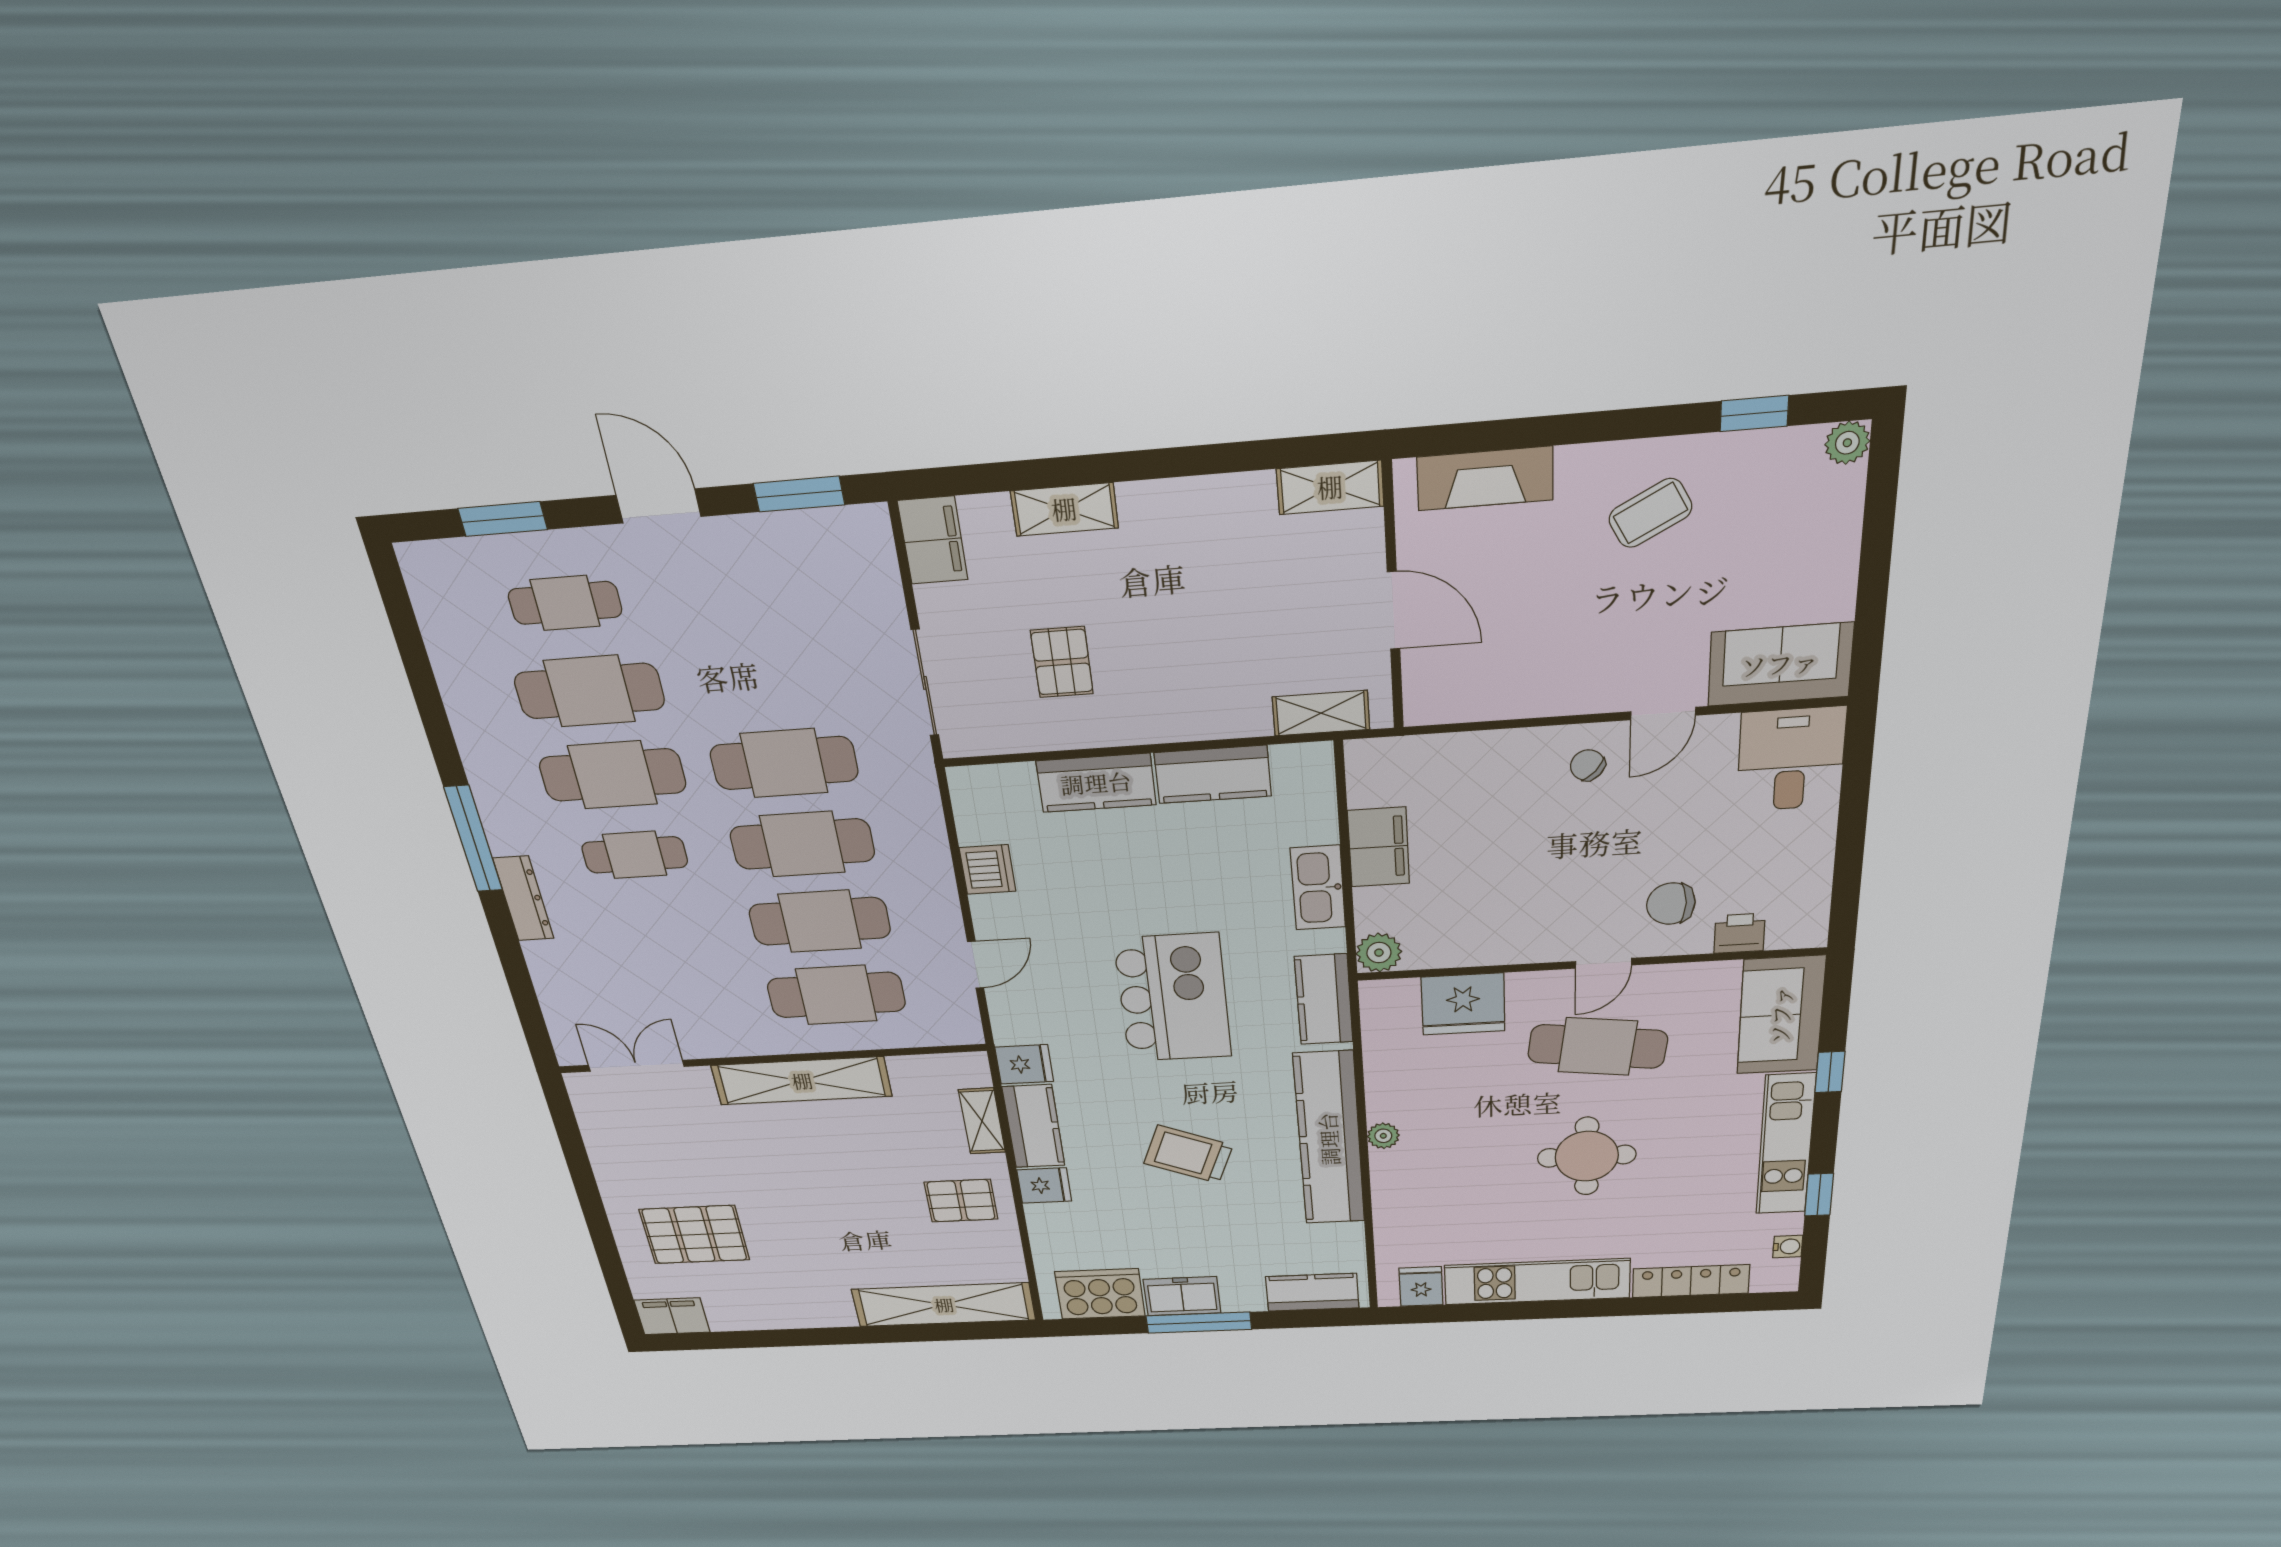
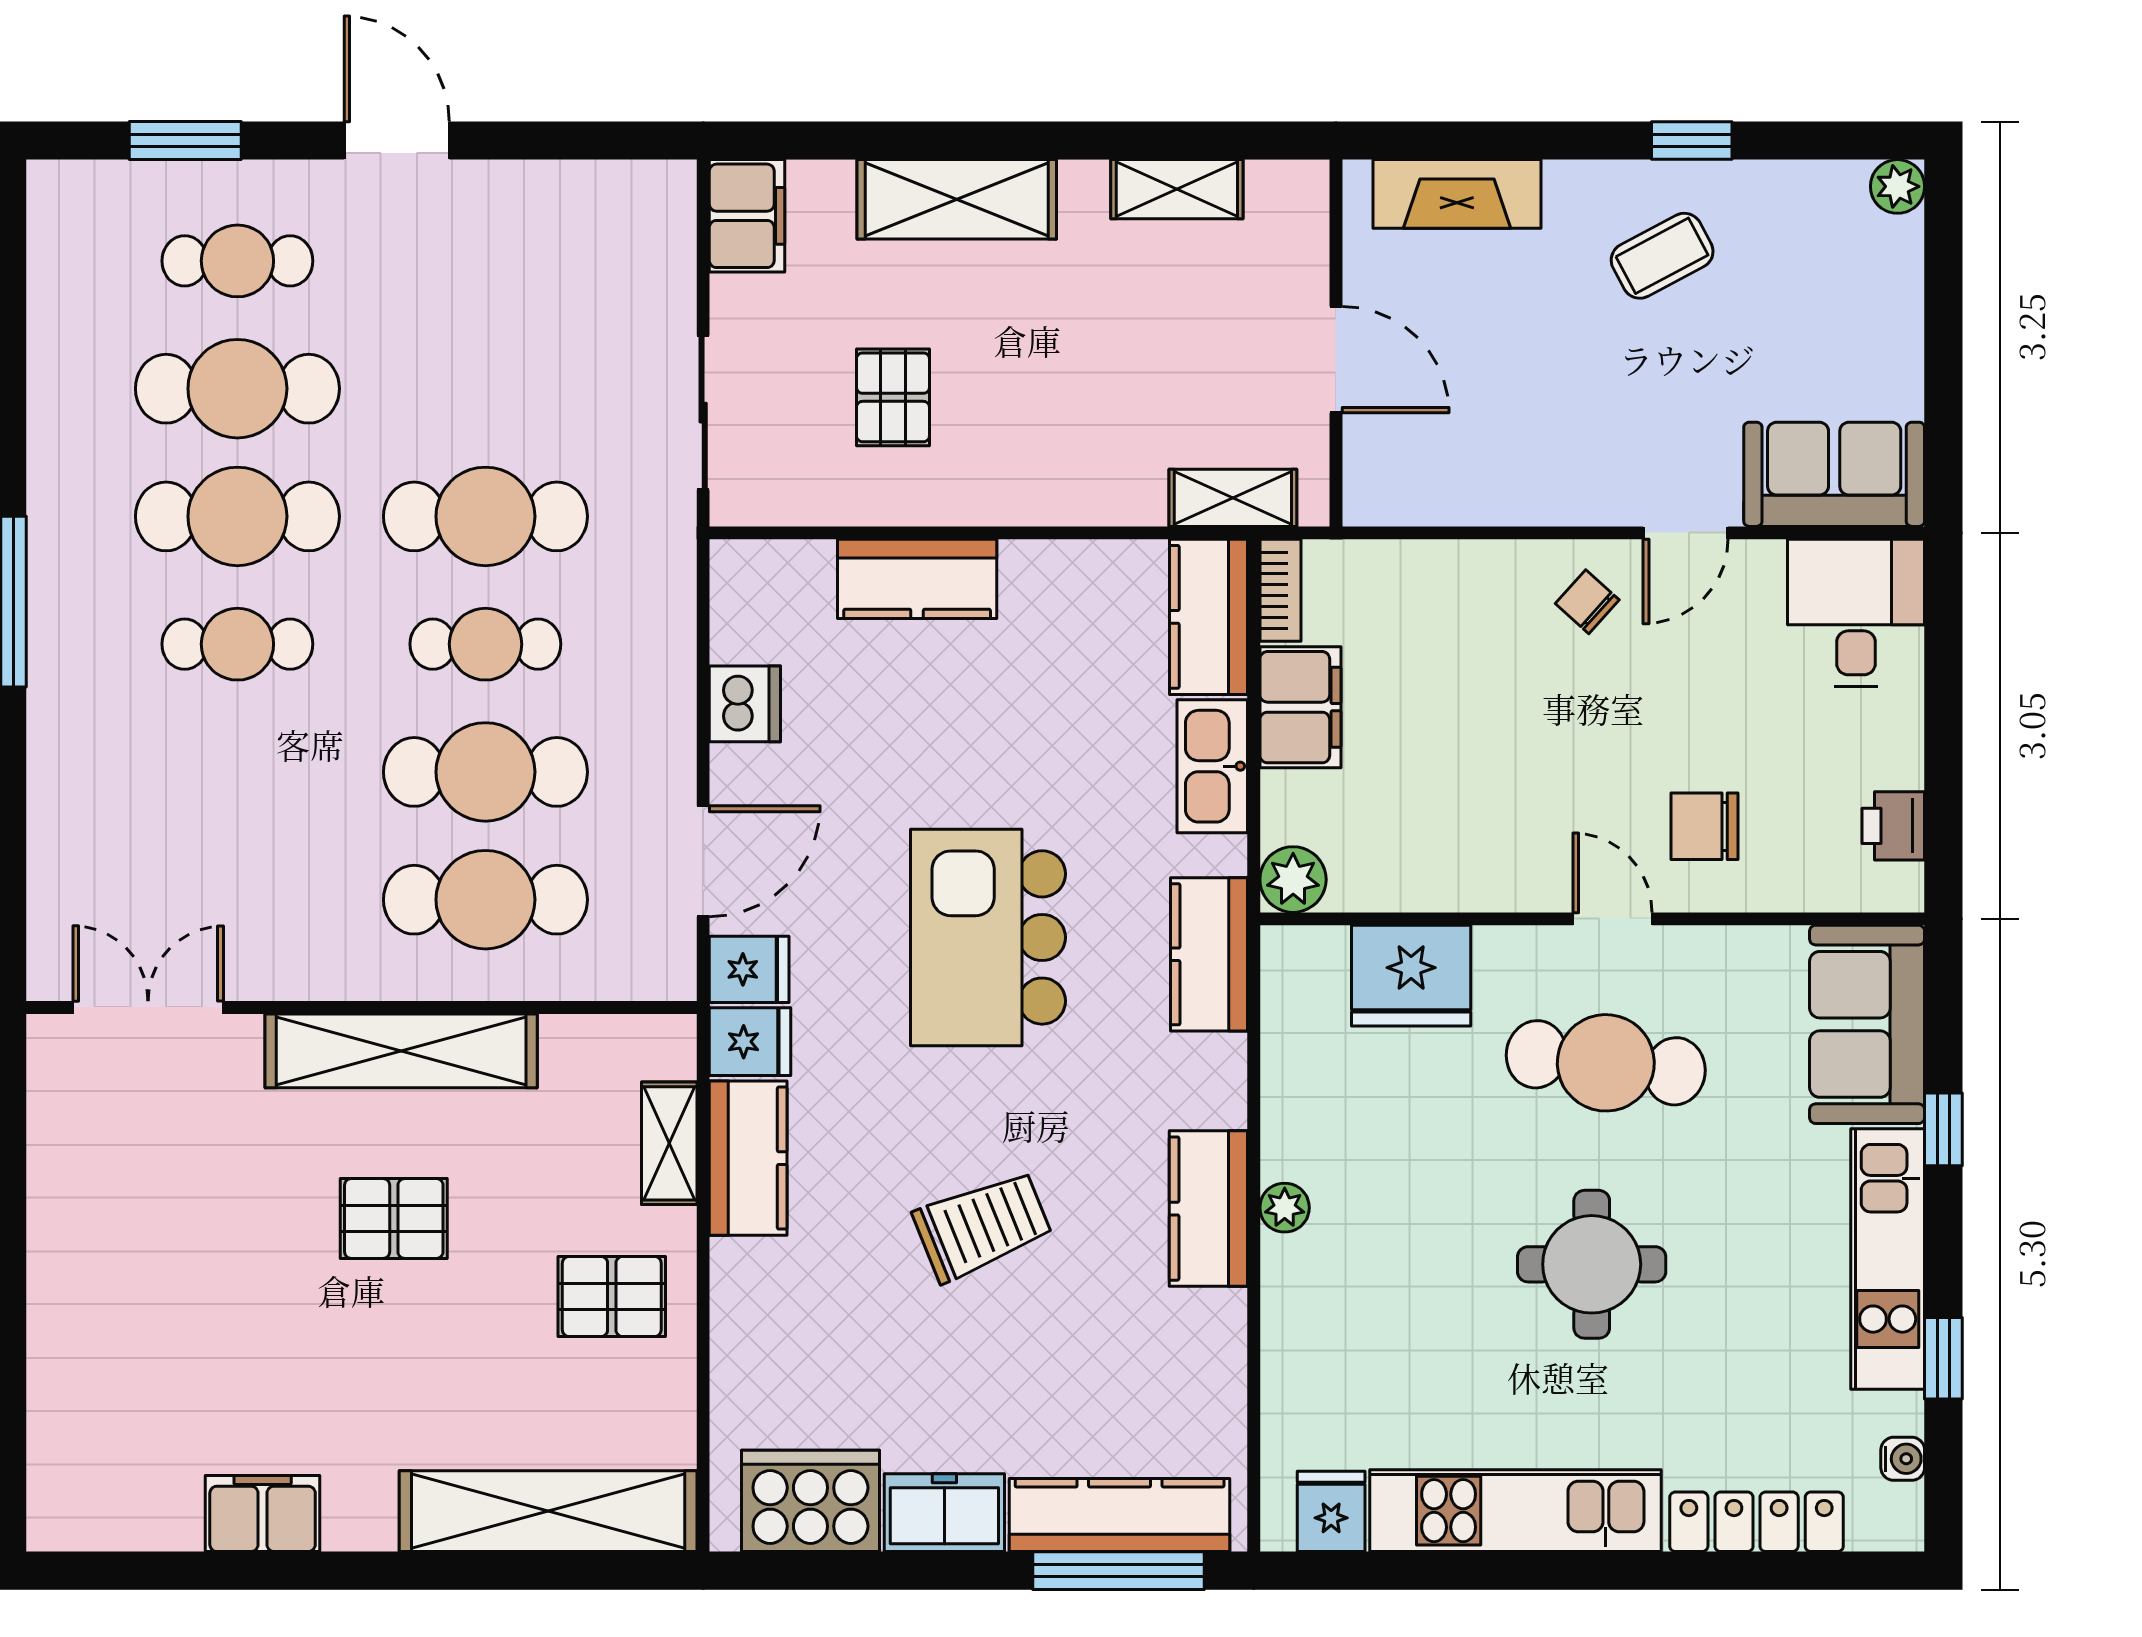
window: (1754, 413) -> (1692, 140), moved
shelving: (1330, 487) -> (1177, 189), moved
window: (799, 494) -> (584, 140), removed
shelving: (1064, 509) -> (957, 199), width x1.50, depth x1.33
bookcase: (1360, 773) -> (1280, 590), added
kitchen counter: (1213, 774) -> (1209, 617), moved, turned 90
cafe table: (802, 844) -> (485, 644), width x0.73, depth x0.74
dresser: (523, 898) -> (53, 704), removed
printer: (1739, 933) -> (1893, 826), moved, turned -90
door: (1604, 963) -> (1612, 919), swing flipped
door: (976, 965) -> (703, 861), width x1.38
kitchen island: (1173, 998) -> (988, 937), turned 180
kitchen counter: (1329, 1139) -> (1208, 1209), width x0.48, depth x0.86
trolley: (1188, 1154) -> (982, 1226), turned 136
fridge: (1044, 1185) -> (749, 969), moved
pallet: (694, 1235) -> (394, 1218), moved, width x0.67, depth x0.71
kitchen counter: (1312, 1292) -> (1120, 1515), width x1.50
filing cabinet: (672, 1316) -> (263, 1514), moved
window: (1199, 1323) -> (1119, 1571), moved

